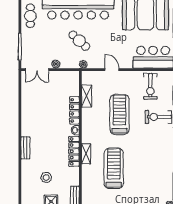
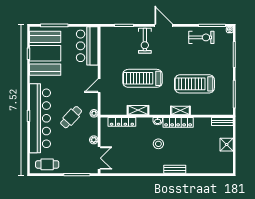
exercise bike: (150, 86) -> (201, 37), moved
shelving: (87, 96) -> (138, 110), moved
locker: (74, 110) -> (122, 122), moved
stool: (46, 177) -> (158, 144), moved

